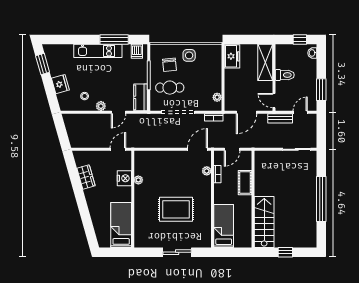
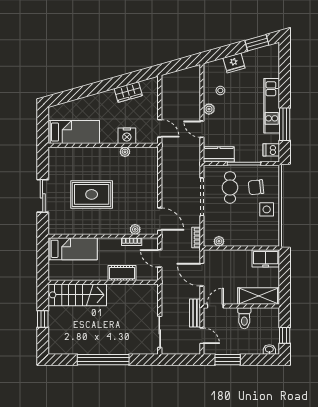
rug: (176, 209) -> (92, 194), turned 90

